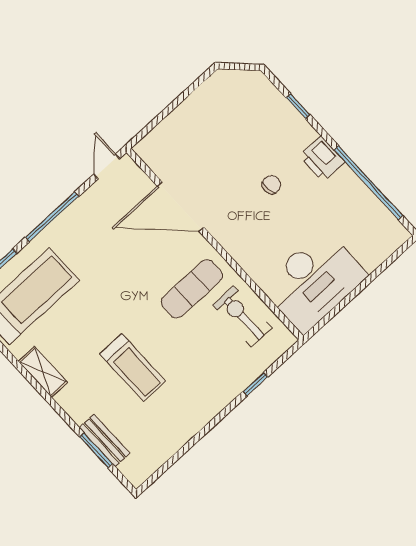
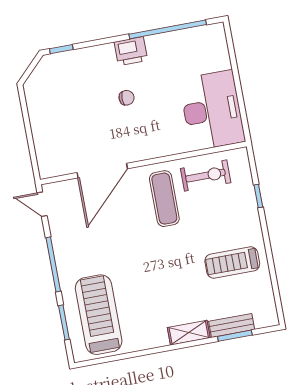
window: (298, 106) -> (61, 49), moved
chair: (271, 185) -> (127, 98), turned 98
exercise bike: (242, 316) -> (206, 176), turned 180
treadmill: (133, 368) -> (232, 262), moved, turned 180
shelving: (43, 372) -> (189, 333), moved

